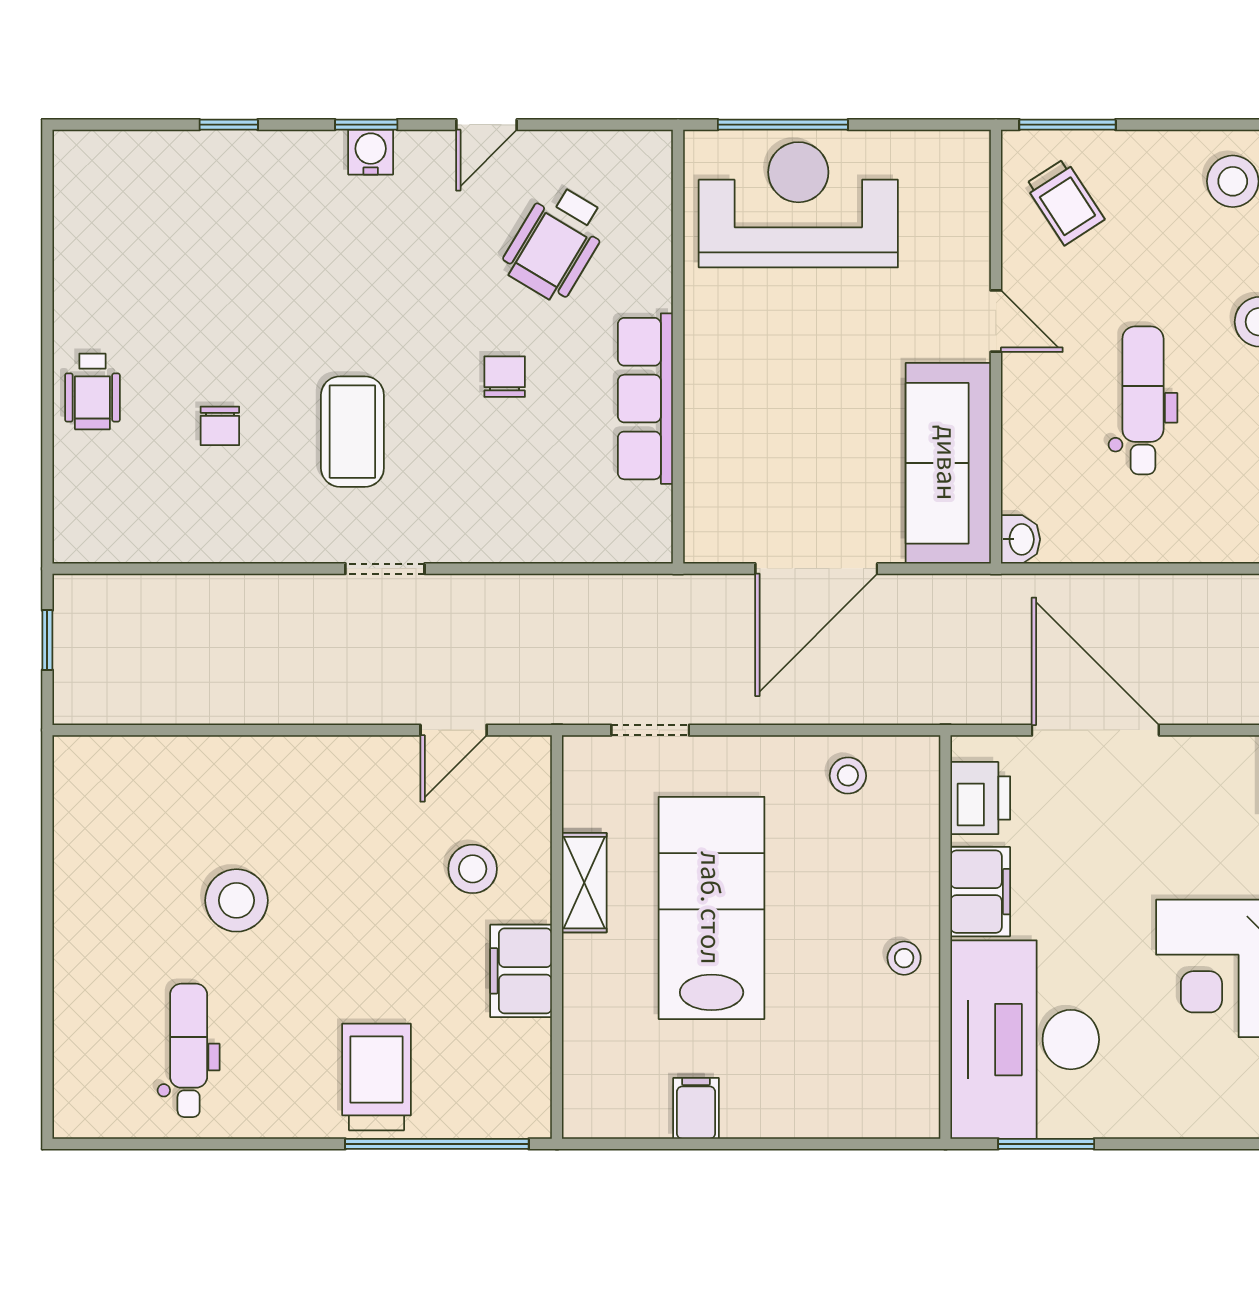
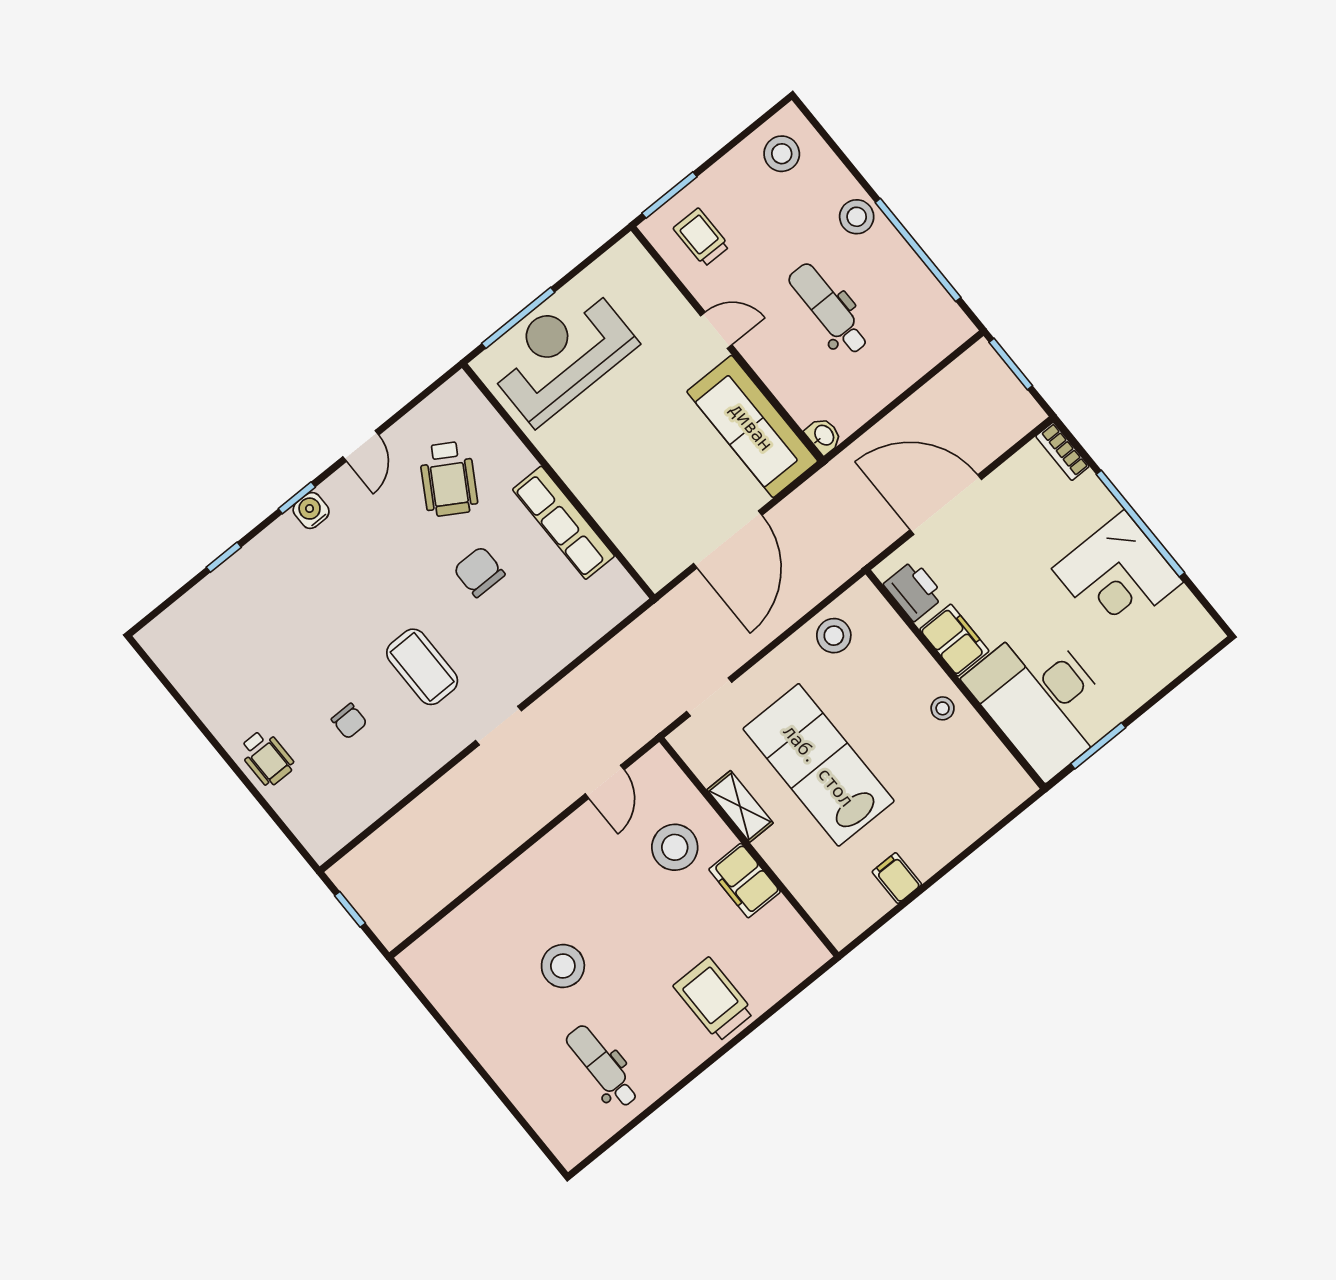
trolley: (1065, 202) -> (701, 237), turned -147
chair: (505, 377) -> (479, 572), width x1.37, depth x1.37
stool: (848, 775) -> (834, 636), width x1.37, depth x1.37
stool: (473, 869) -> (675, 847), width x1.38, depth x1.38
window: (437, 1144) -> (775, 1009), removed

